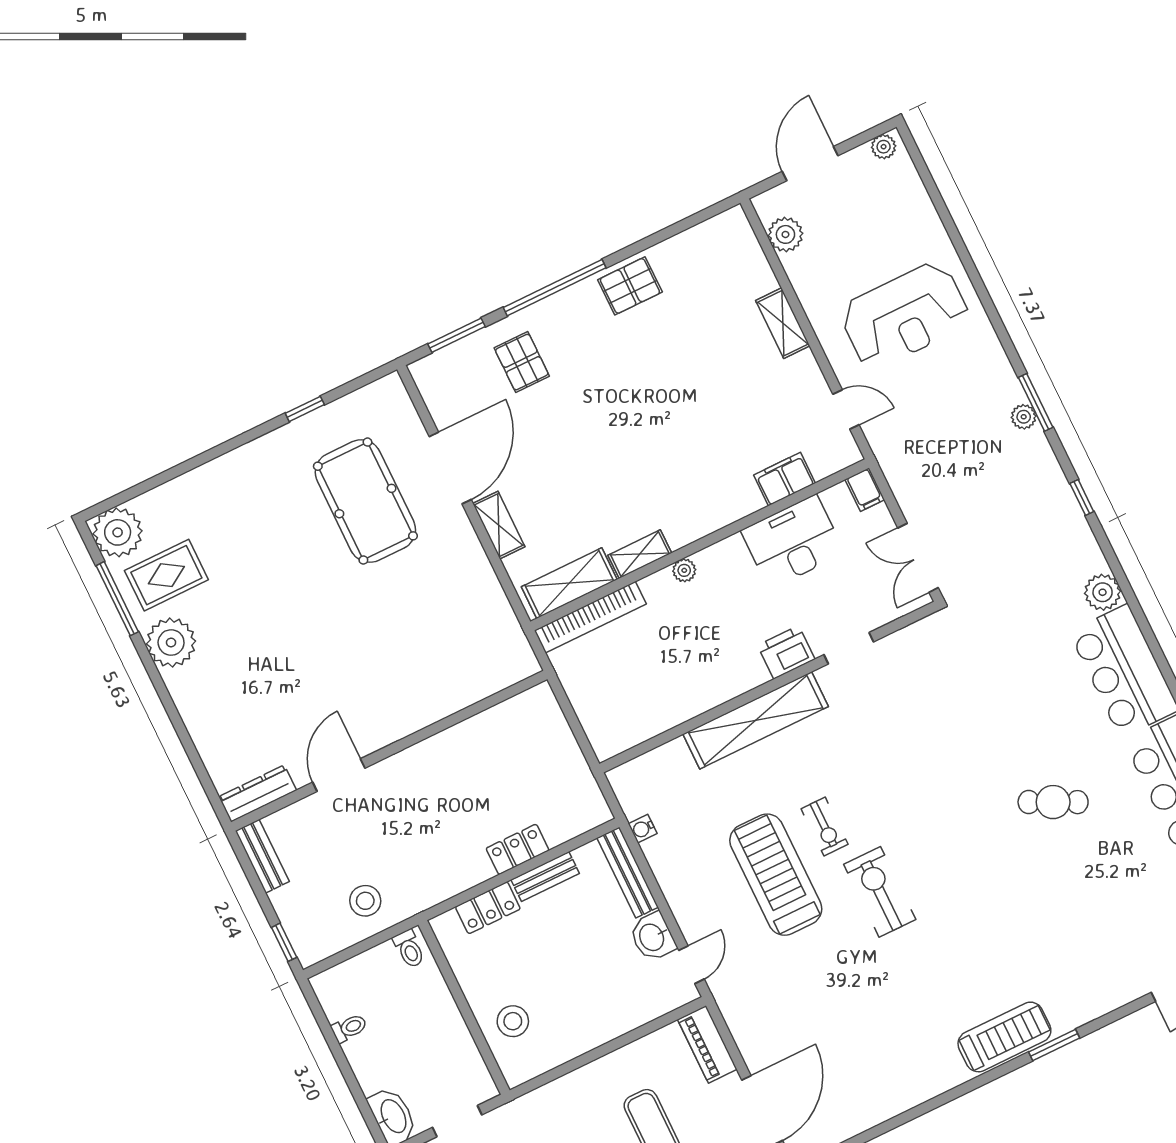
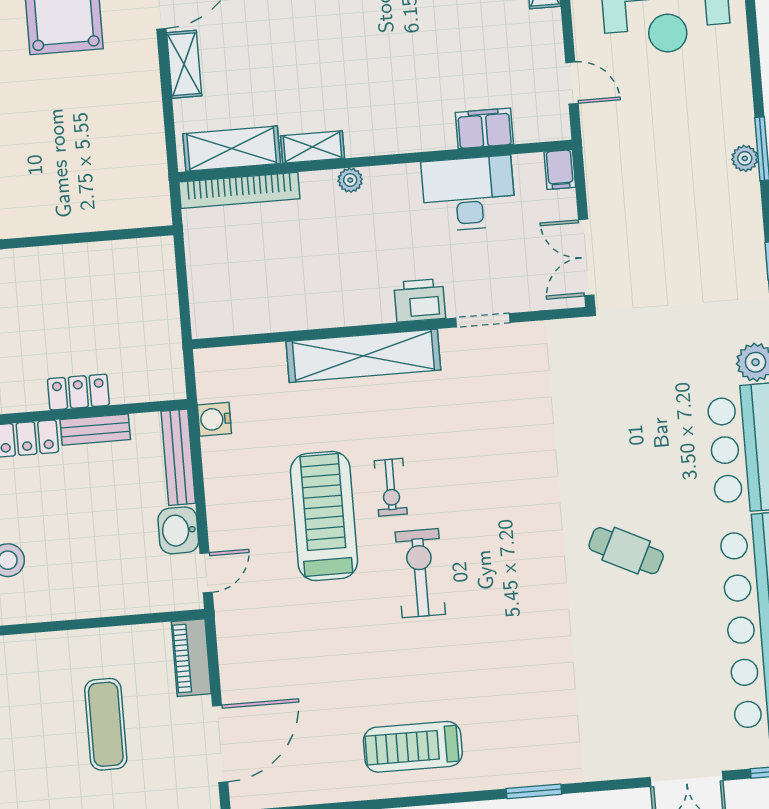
water cooler: (643, 829) -> (214, 419), width x1.38, depth x1.38
treadmill: (1004, 1037) -> (413, 747), moved, turned 180

